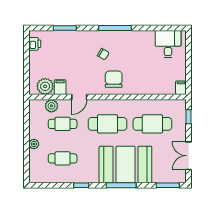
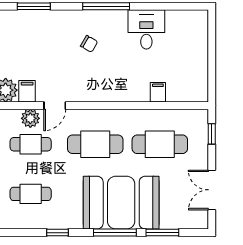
desk: (168, 44) -> (146, 29), moved
chair: (114, 79) -> (104, 80), removed
filing cabinet: (181, 88) -> (158, 92), moved
plant: (51, 106) -> (30, 118), moved
window: (168, 185) -> (162, 233), moved

